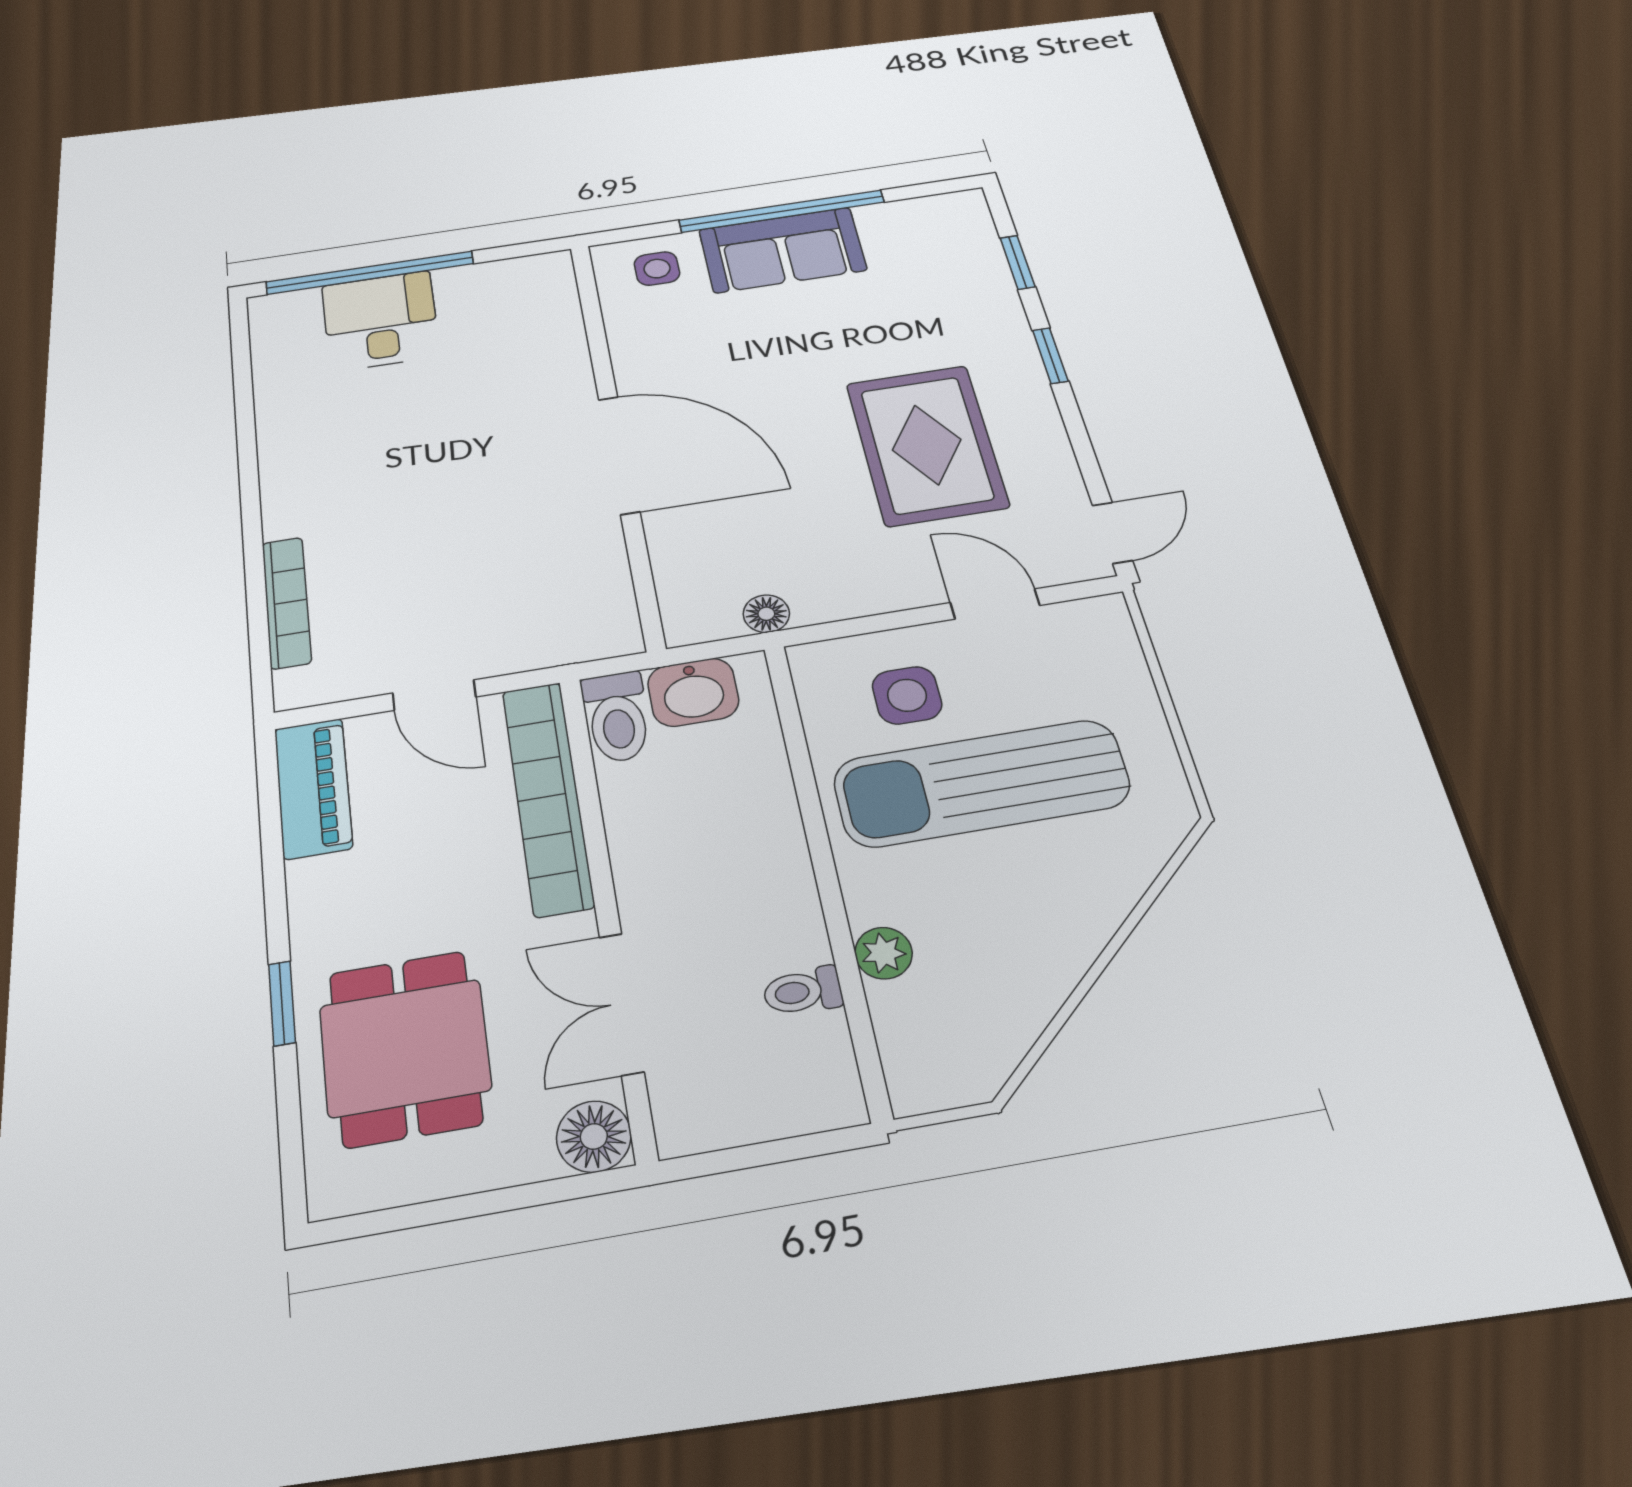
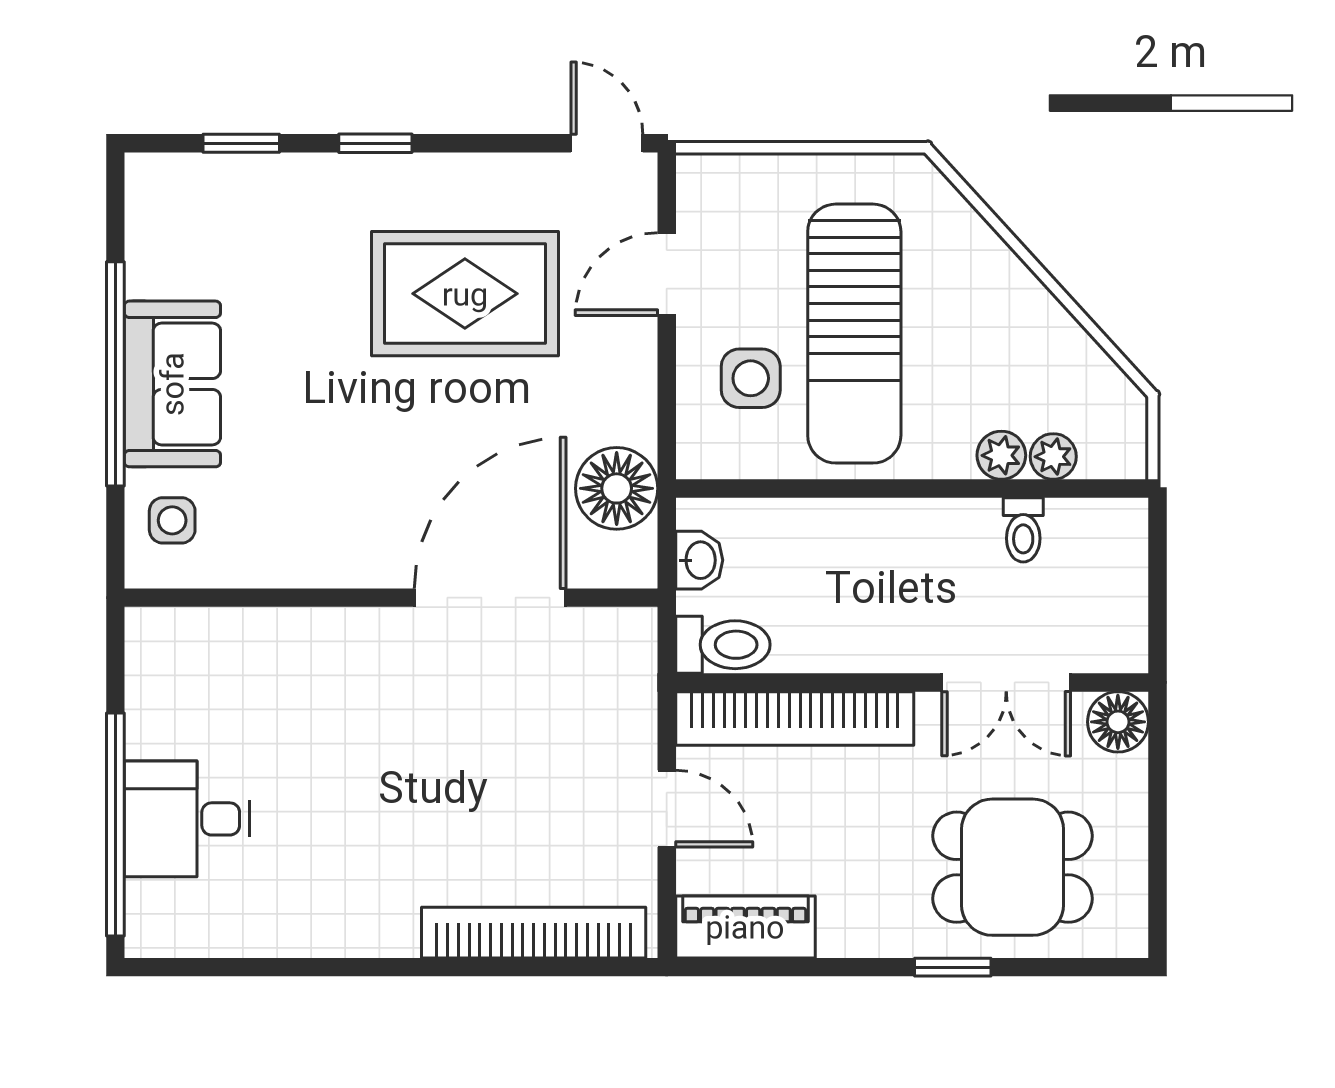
door: (619, 455) -> (490, 598), moved
bookcase: (287, 602) -> (534, 933), width x1.48, depth x1.31
floor lamp: (766, 614) -> (617, 488), width x1.89, depth x1.89
washbasin: (693, 692) -> (699, 560), width x0.72, depth x0.69
door: (434, 695) -> (667, 809), hinge flipped
plant: (895, 1009) -> (1053, 457), added

